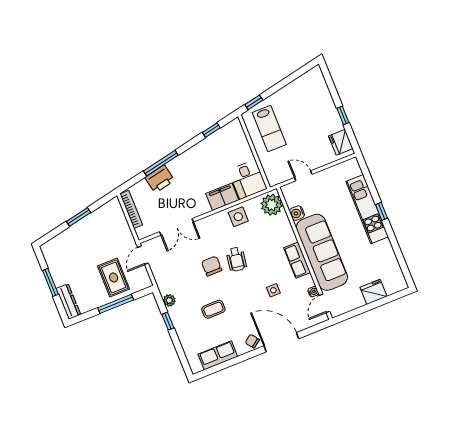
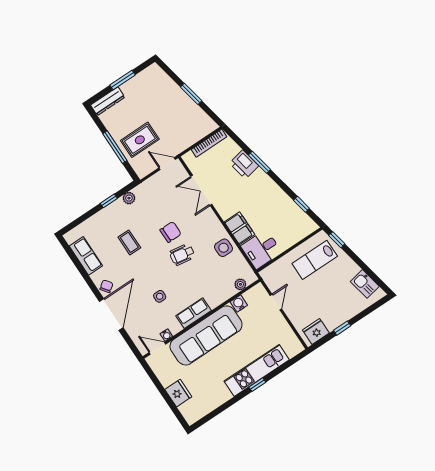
kitchen sink: (304, 84) -> (365, 284), added
window: (161, 163) -> (259, 162), width x0.69
plant: (272, 205) -> (240, 284), width x0.53, depth x0.53

